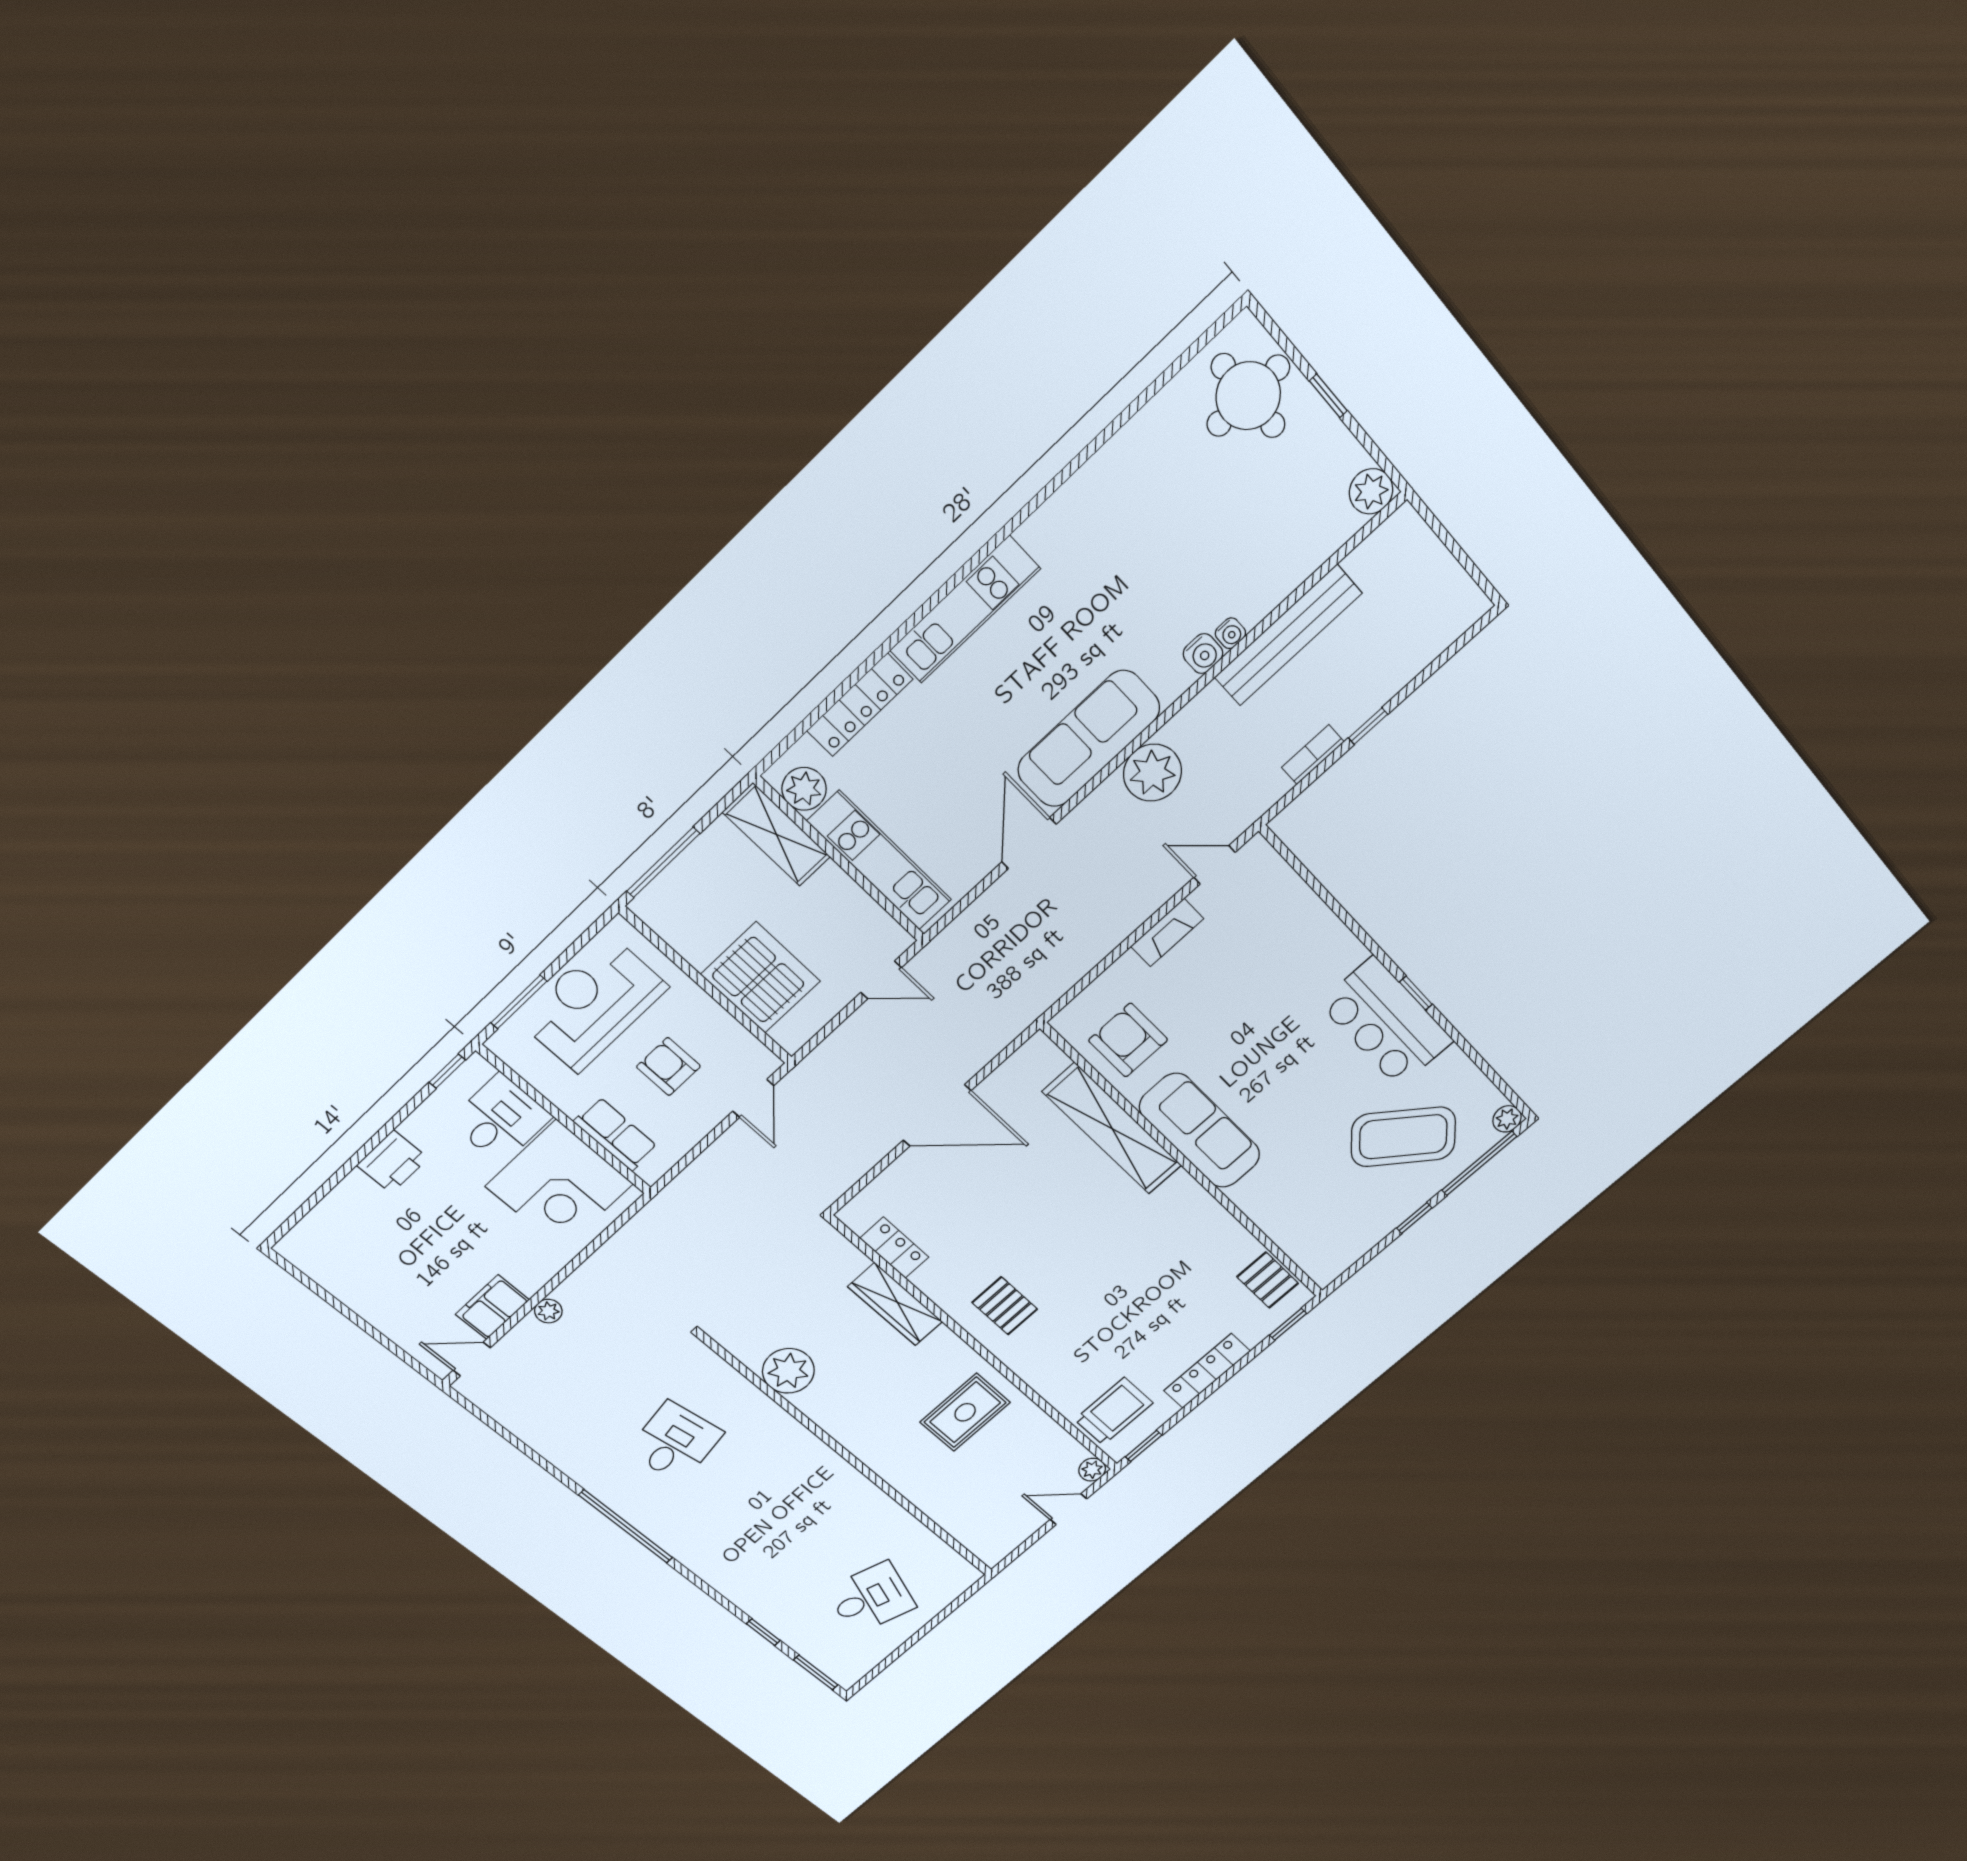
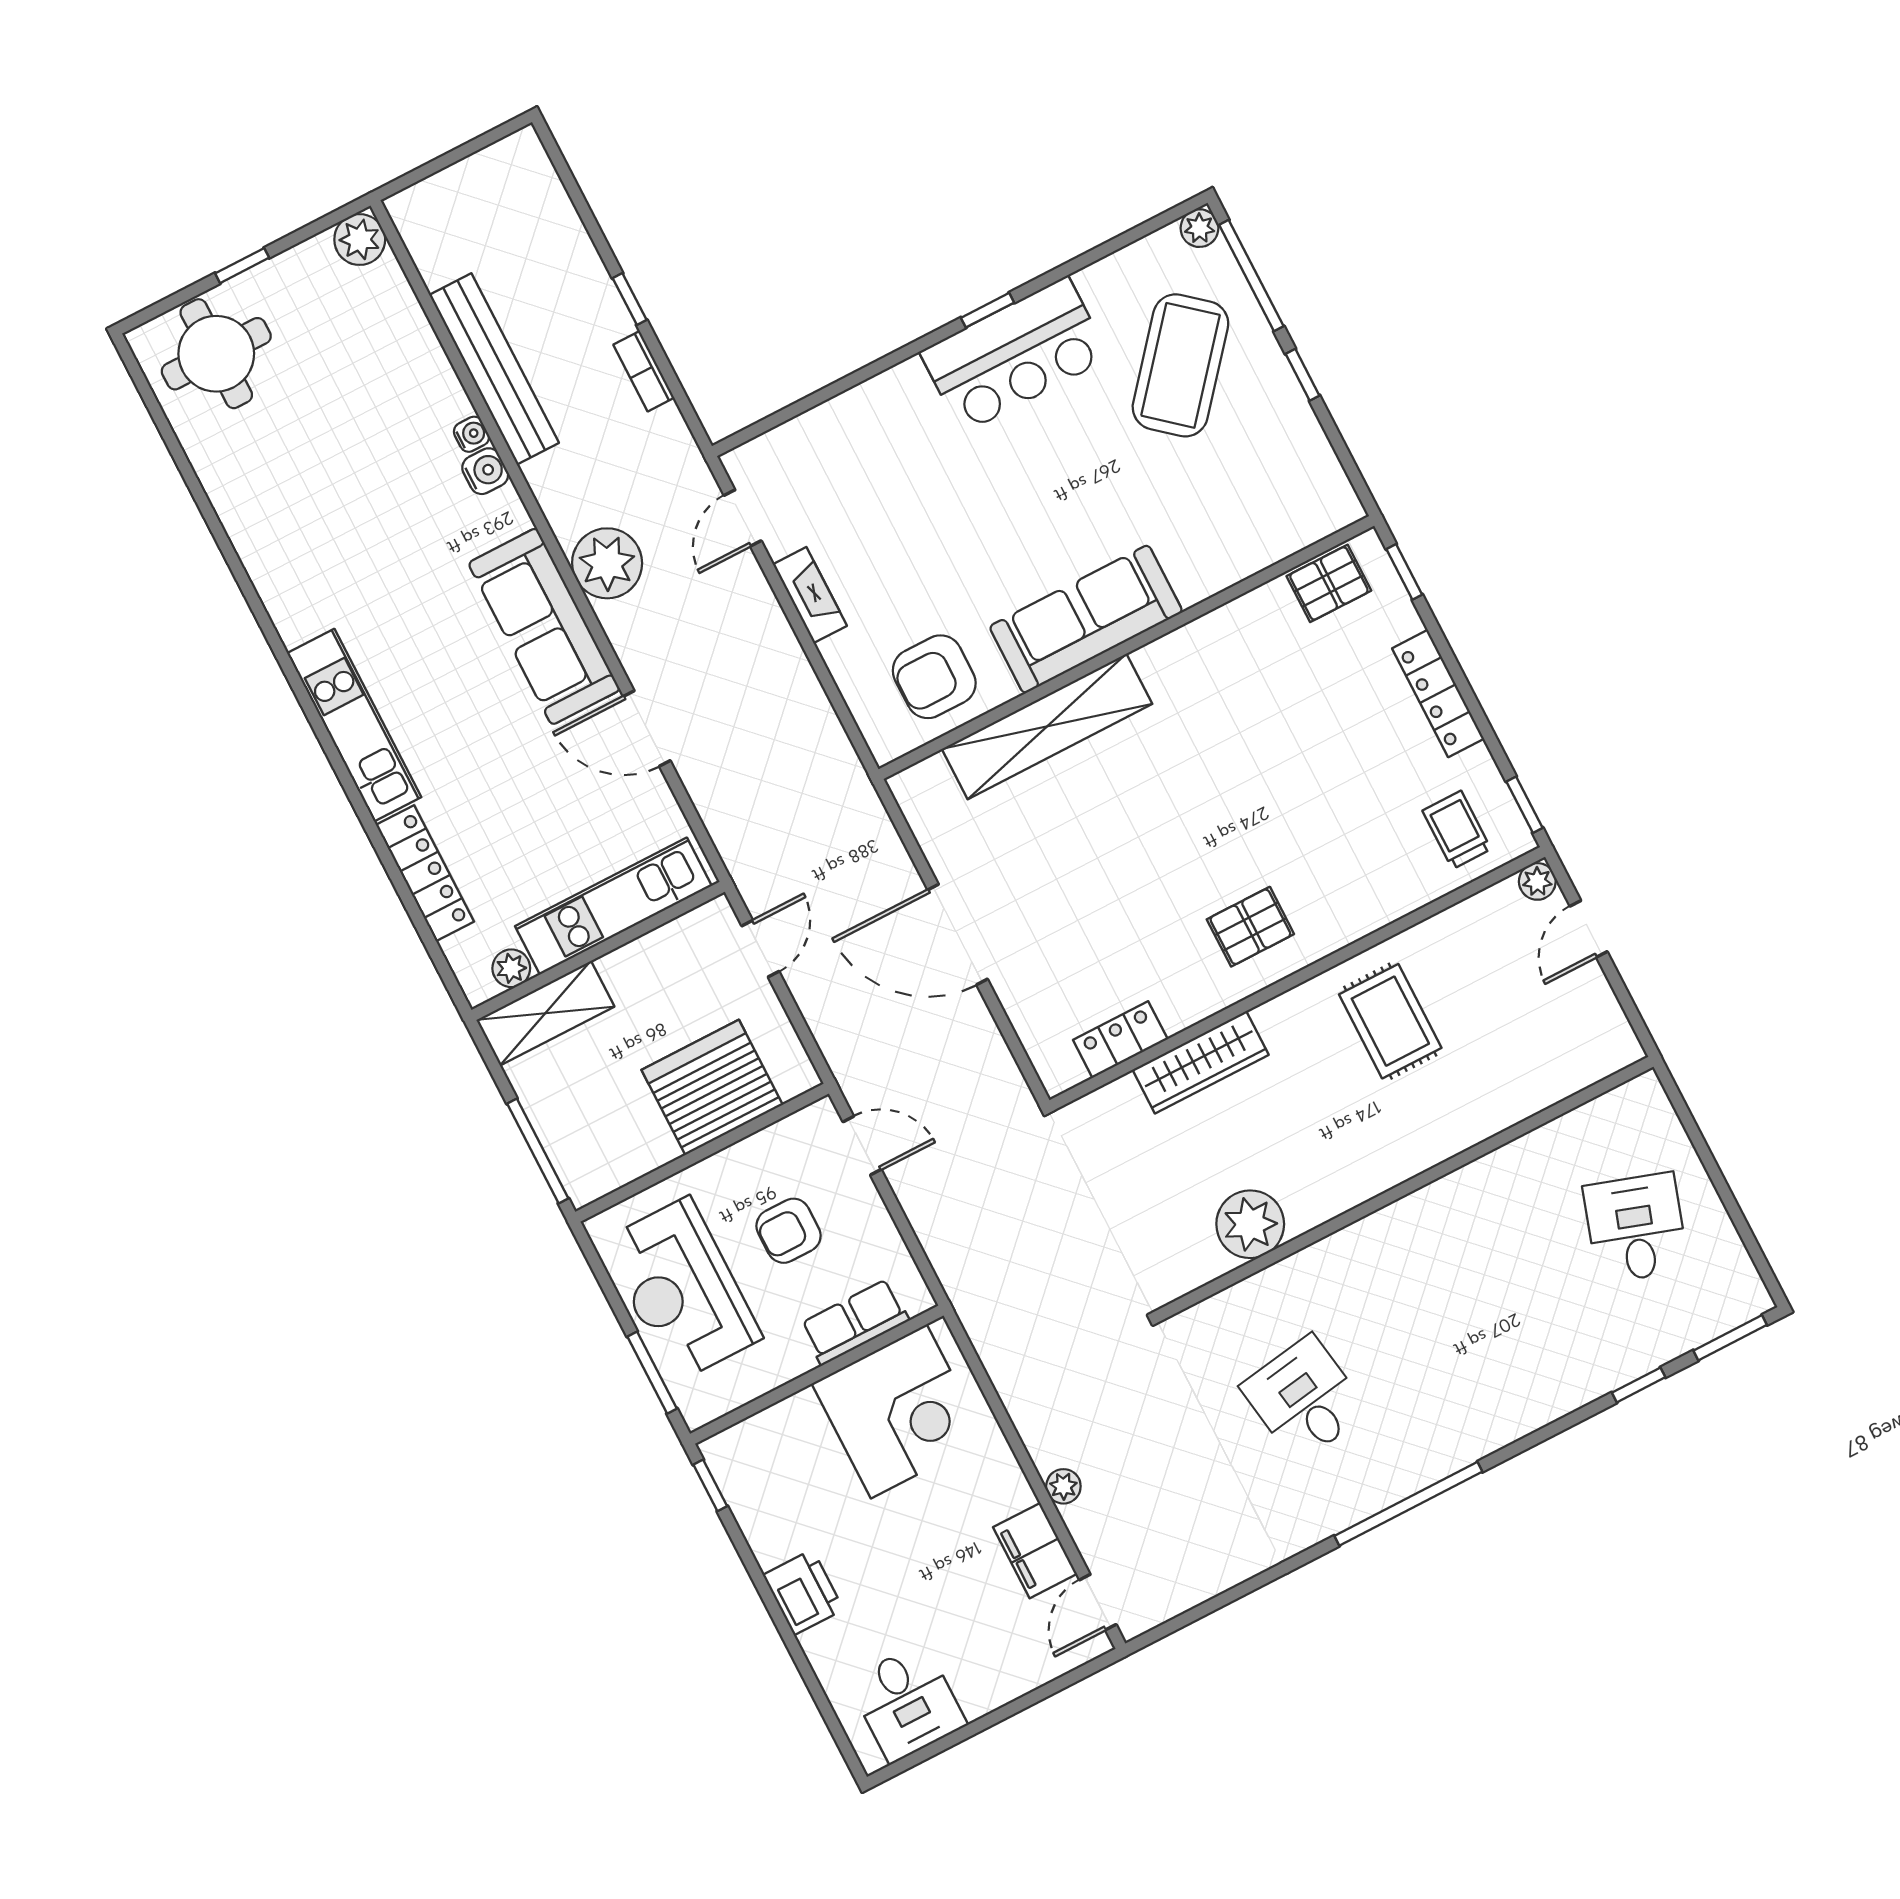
plant: (804, 789) -> (511, 968), width x0.73, depth x0.73
door: (937, 1115) -> (958, 934), swing flipped
desk: (500, 1119) -> (907, 1703), moved, turned 180
trolley: (1114, 1411) -> (1457, 830), width x0.73, depth x0.72

